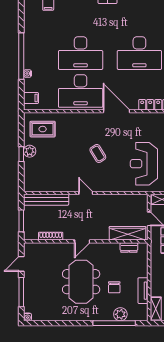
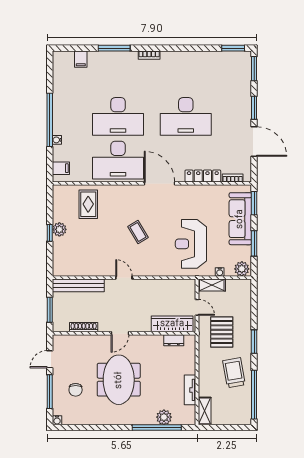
rug: (43, 129) -> (88, 204), moved, turned 90
chair: (114, 287) -> (76, 390), moved

